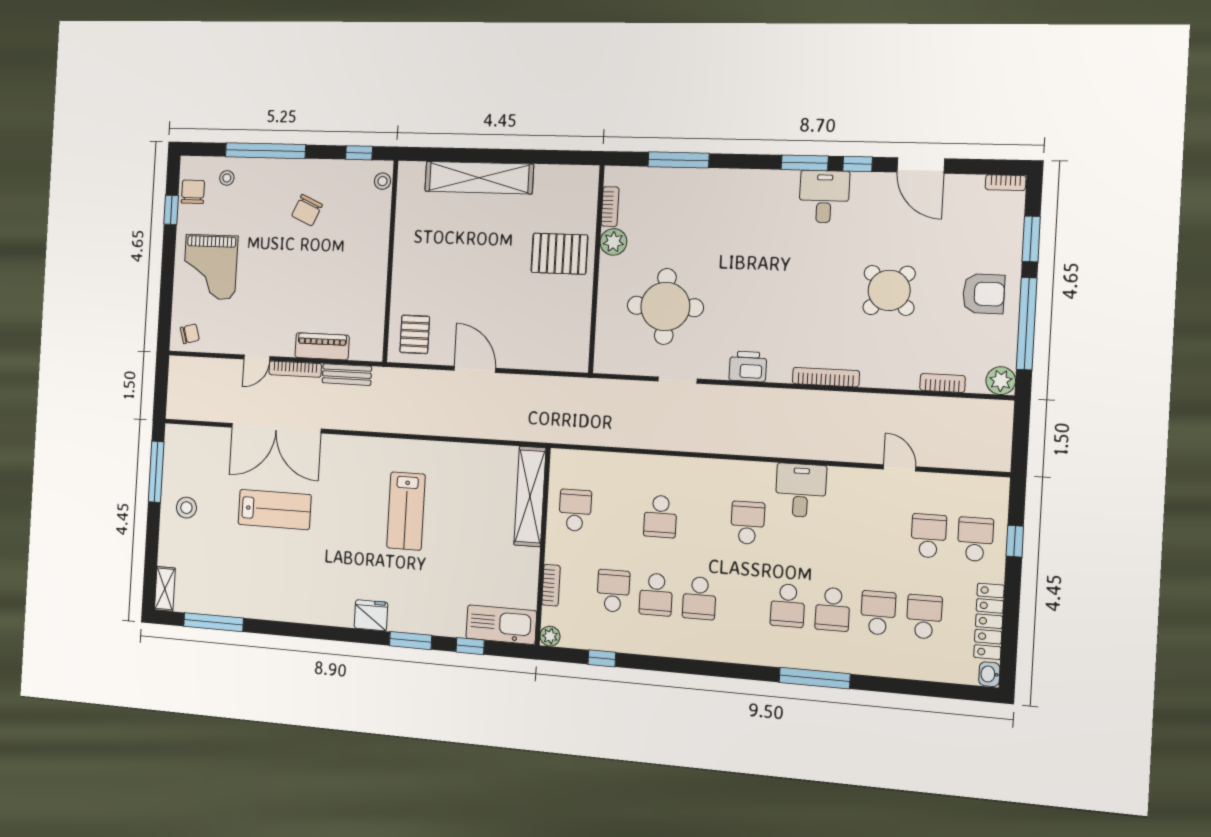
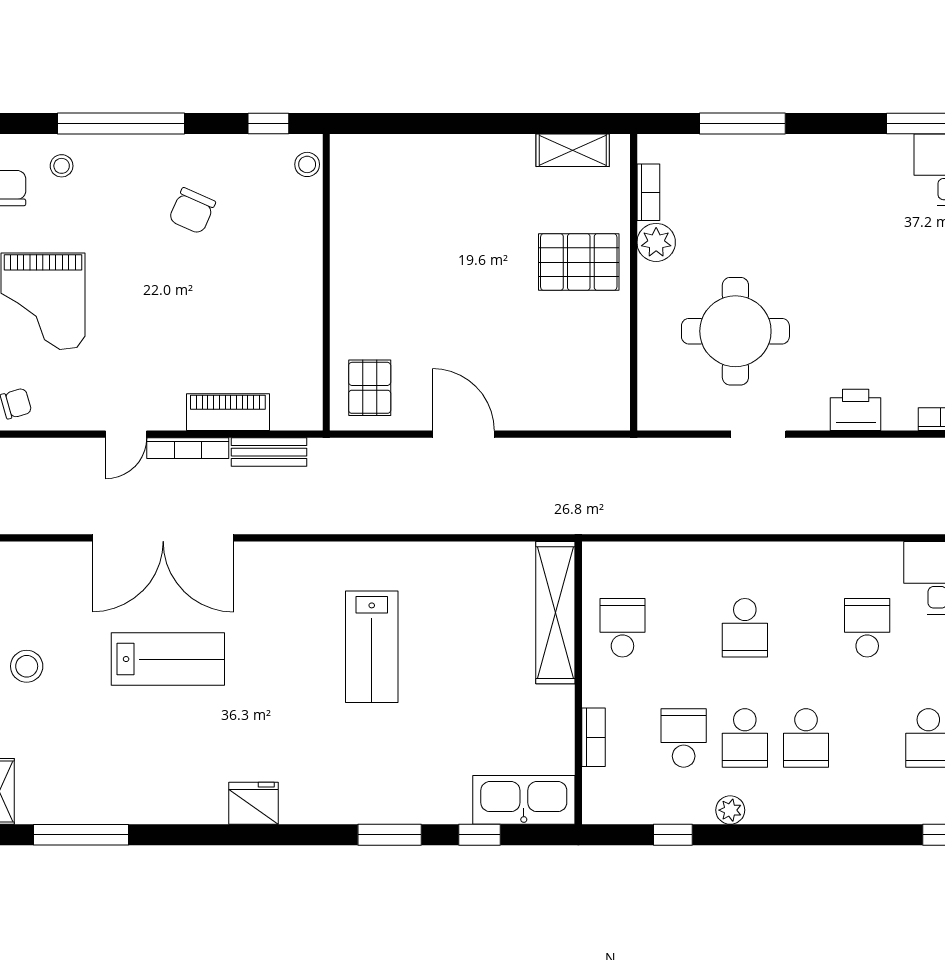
shelving: (479, 178) -> (573, 150), moved, width x0.45, depth x0.75
fridge: (371, 615) -> (253, 803), moved
plant: (550, 636) -> (730, 810), moved

